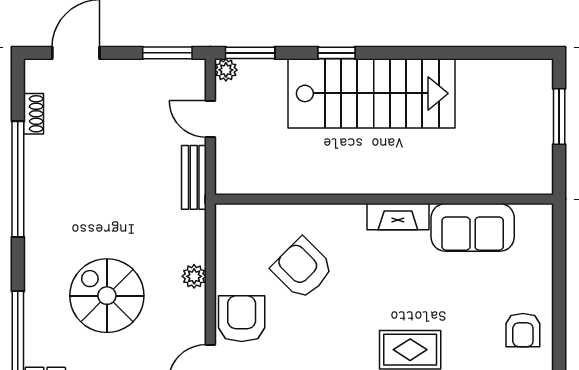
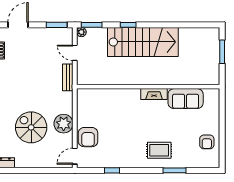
armchair: (302, 268) -> (114, 116), removed
plant: (194, 276) -> (64, 124), width x1.87, depth x1.87
armchair: (242, 319) -> (88, 137), turned 180

